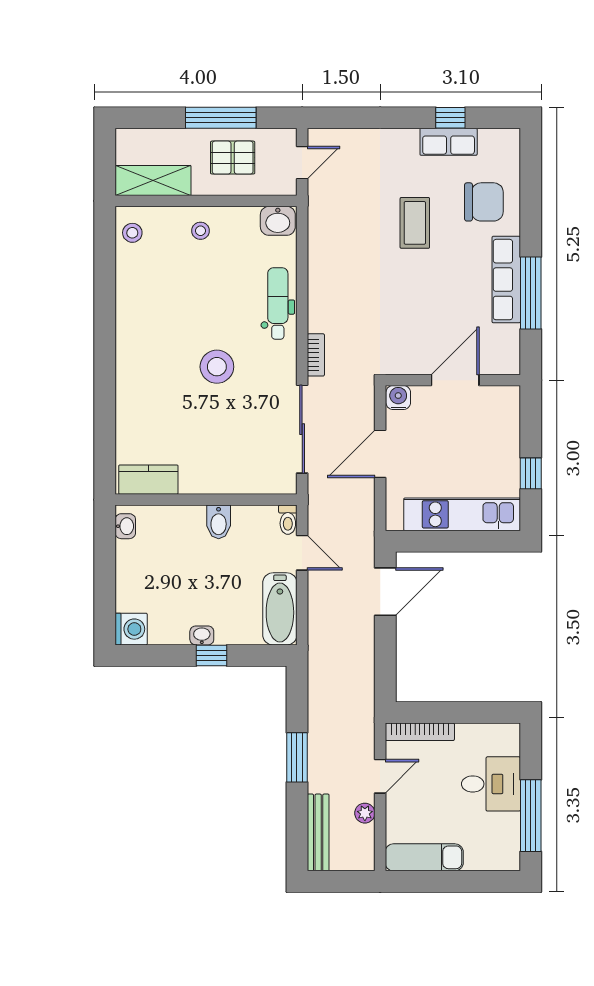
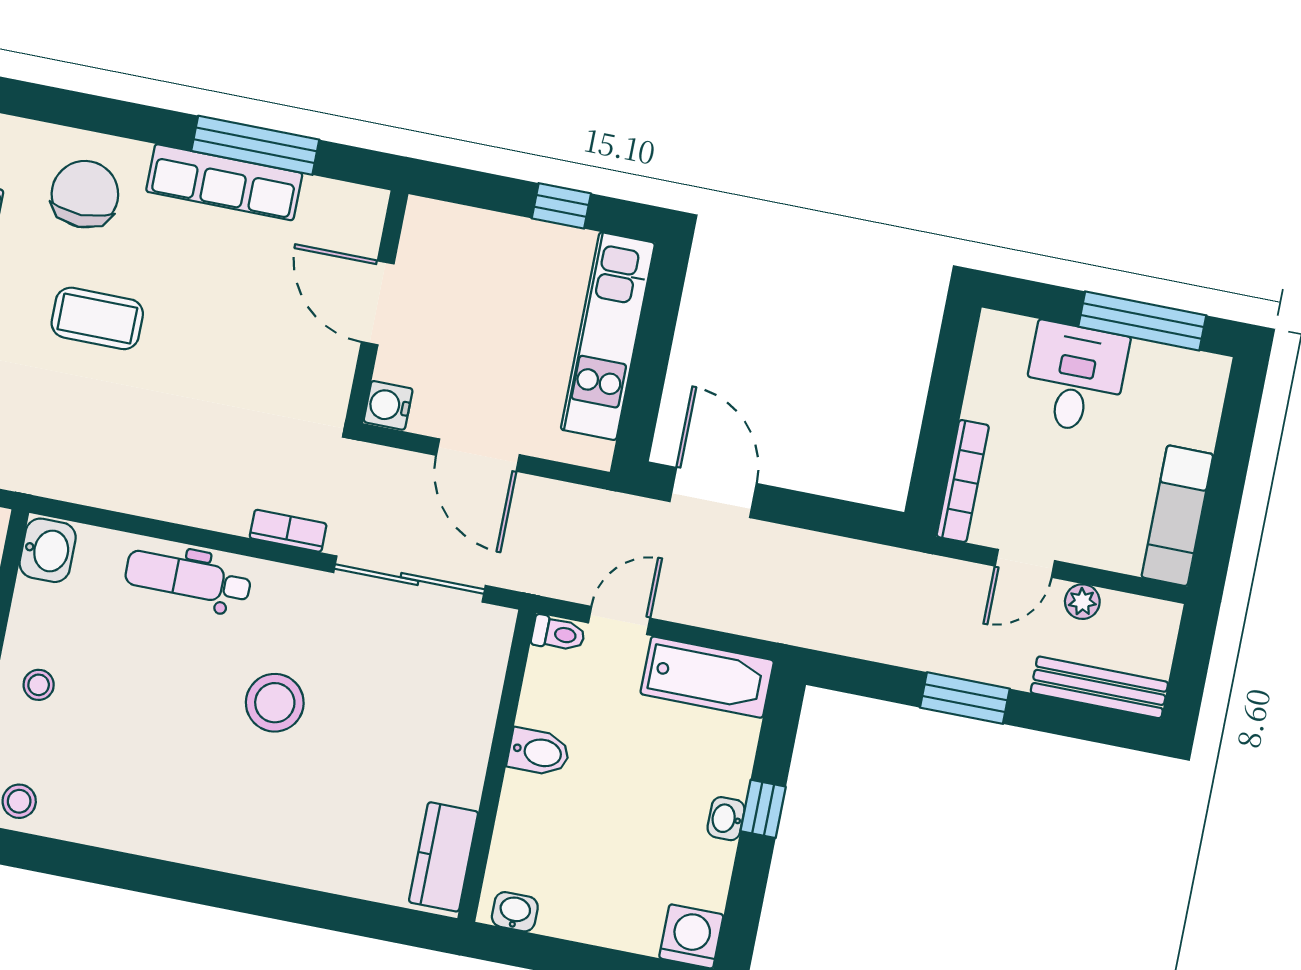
door: (380, 776) -> (1025, 563), swing flipped

